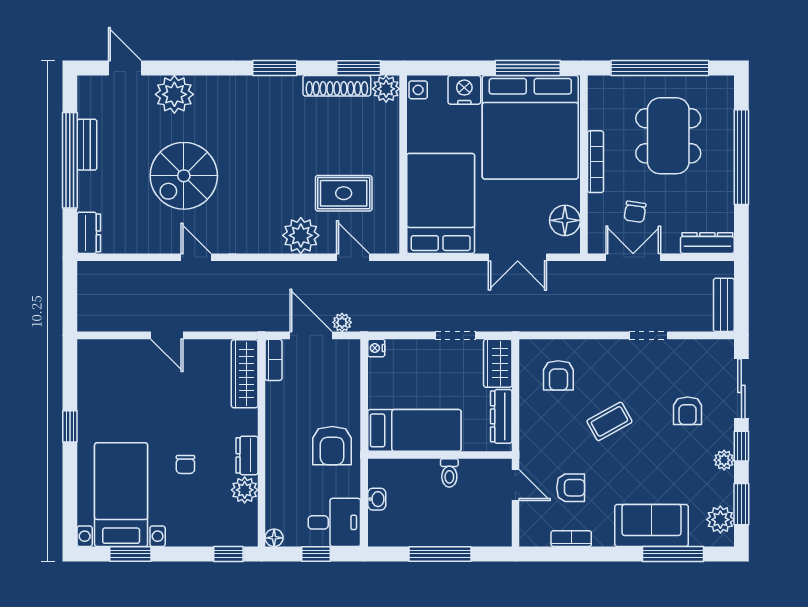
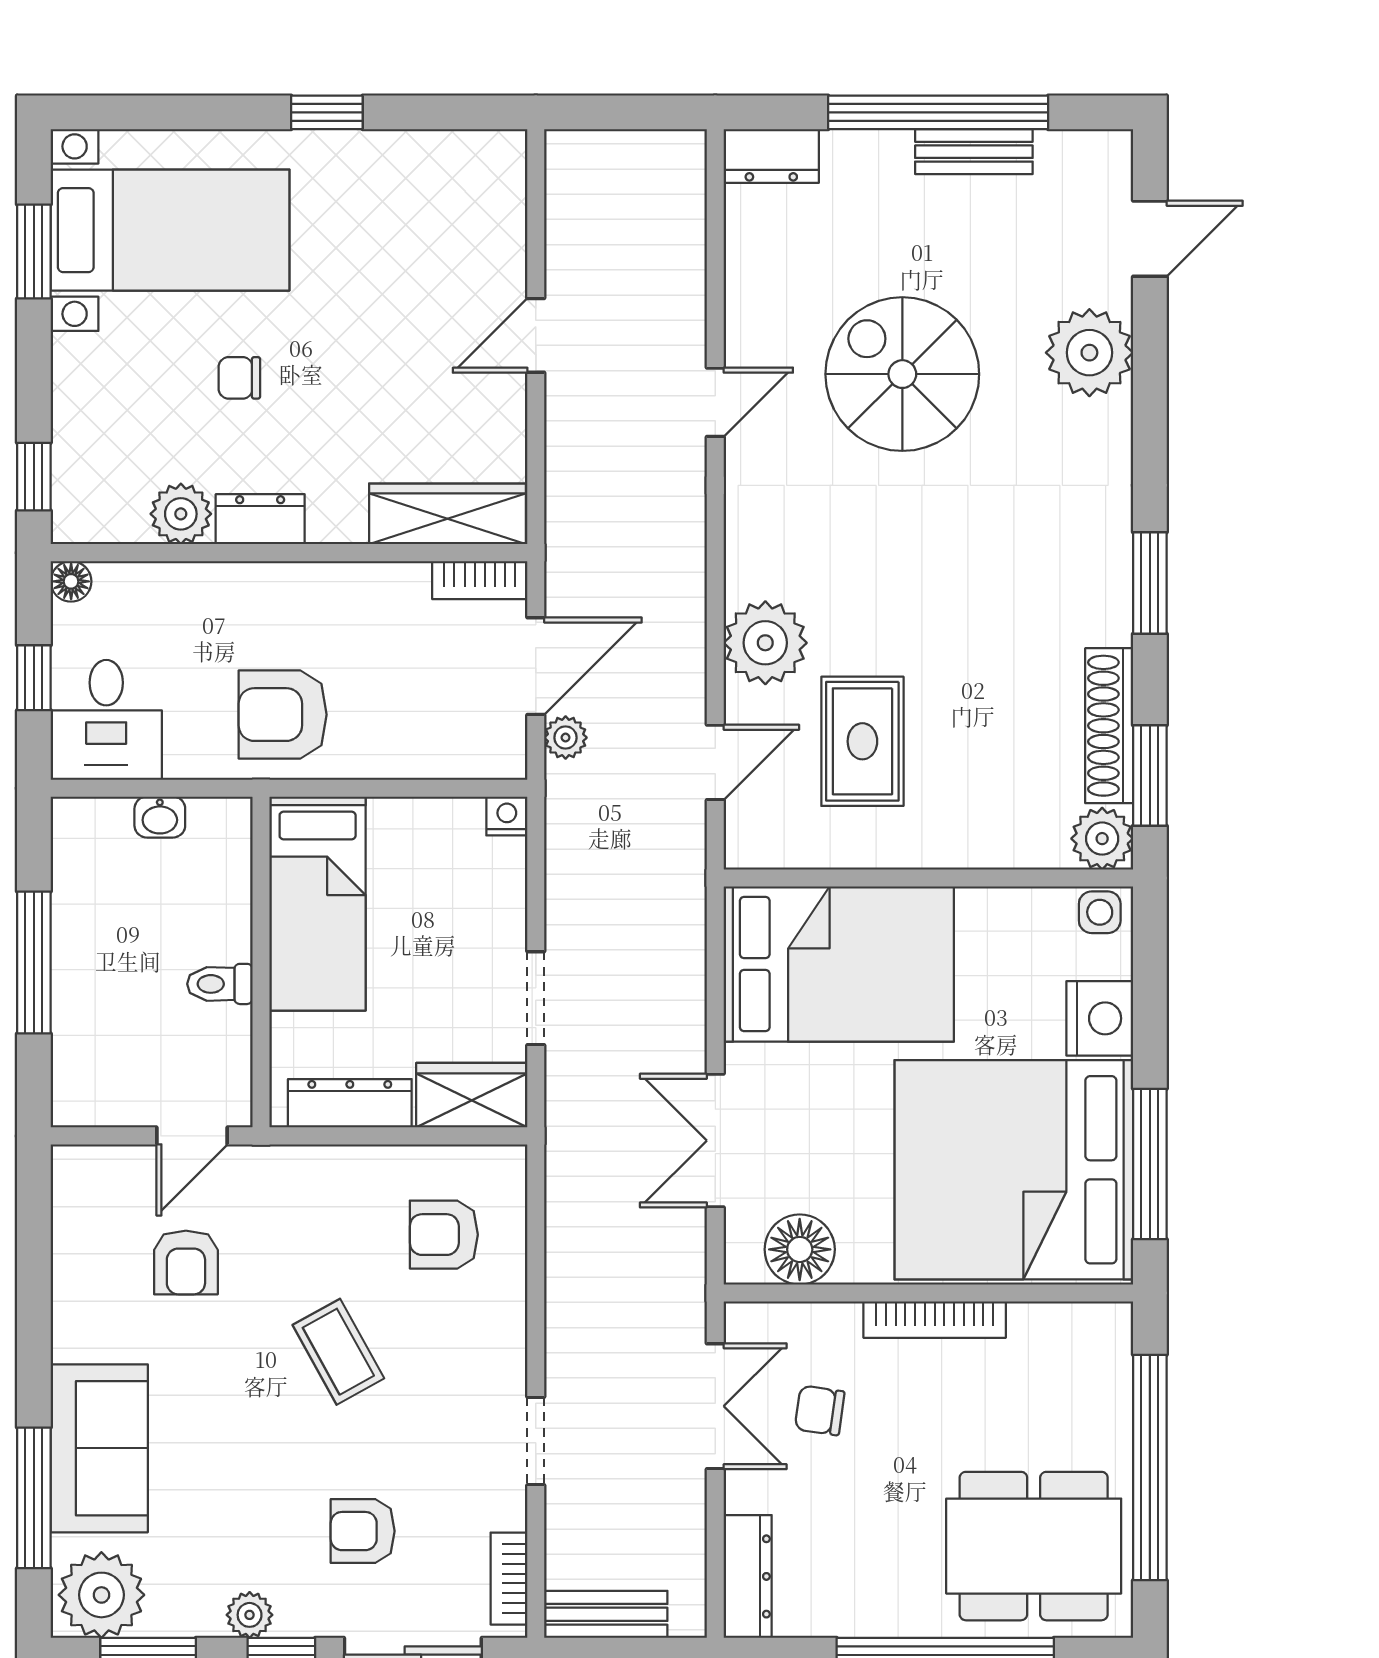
dining table: (668, 136) -> (1034, 1546), moved
plant: (720, 520) -> (101, 1595), width x1.36, depth x1.36
bookcase: (571, 539) -> (509, 1579), moved, turned 180

